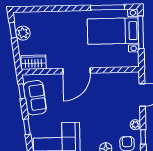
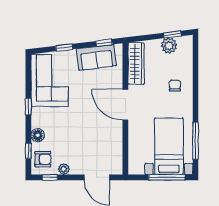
chair: (59, 27) -> (175, 86), added
wardrobe: (34, 62) -> (136, 64), width x1.50

